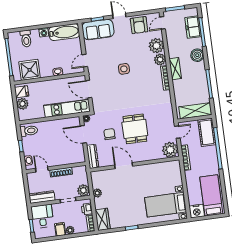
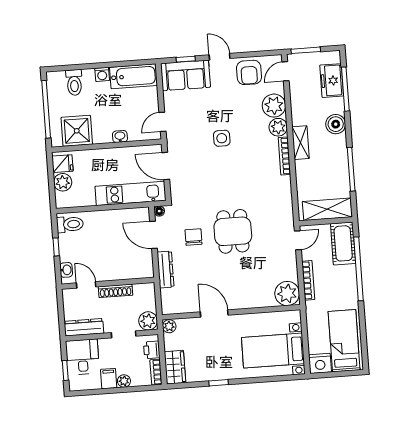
plant: (170, 150) -> (287, 293), moved
wall: (135, 164) -> (231, 312), moved
door: (124, 166) -> (214, 313), moved

